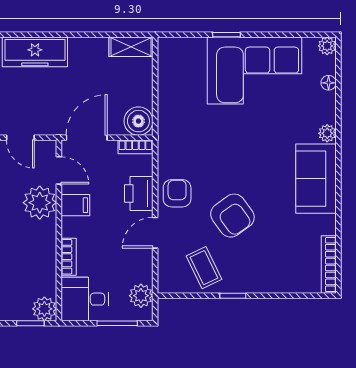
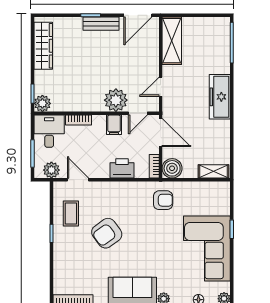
shelving: (131, 47) -> (213, 171), moved, turned 90
armchair: (177, 193) -> (163, 200), moved
door: (155, 233) -> (78, 180), moved
coffee table: (204, 268) -> (71, 214), turned -64

